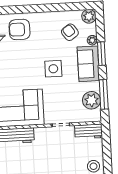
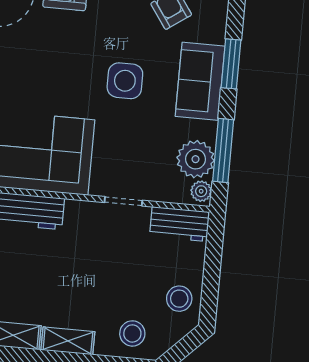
plant: (92, 40) -> (201, 191), moved

